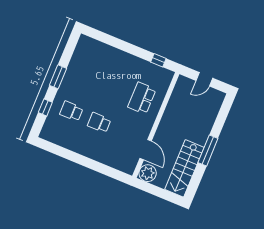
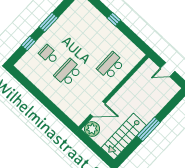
window: (158, 60) -> (114, 19), moved
school desk: (99, 123) -> (68, 73), width x1.85
door: (146, 150) -> (98, 109), hinge flipped

